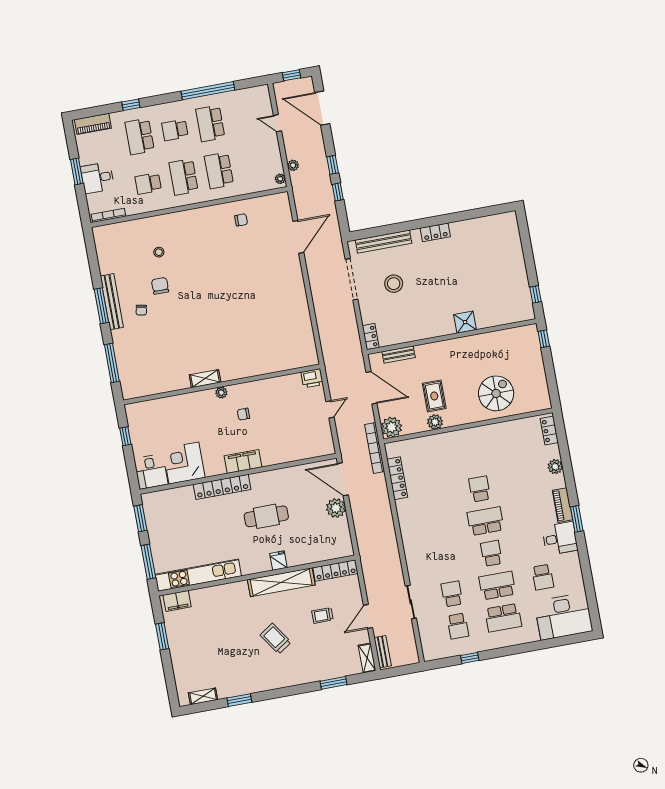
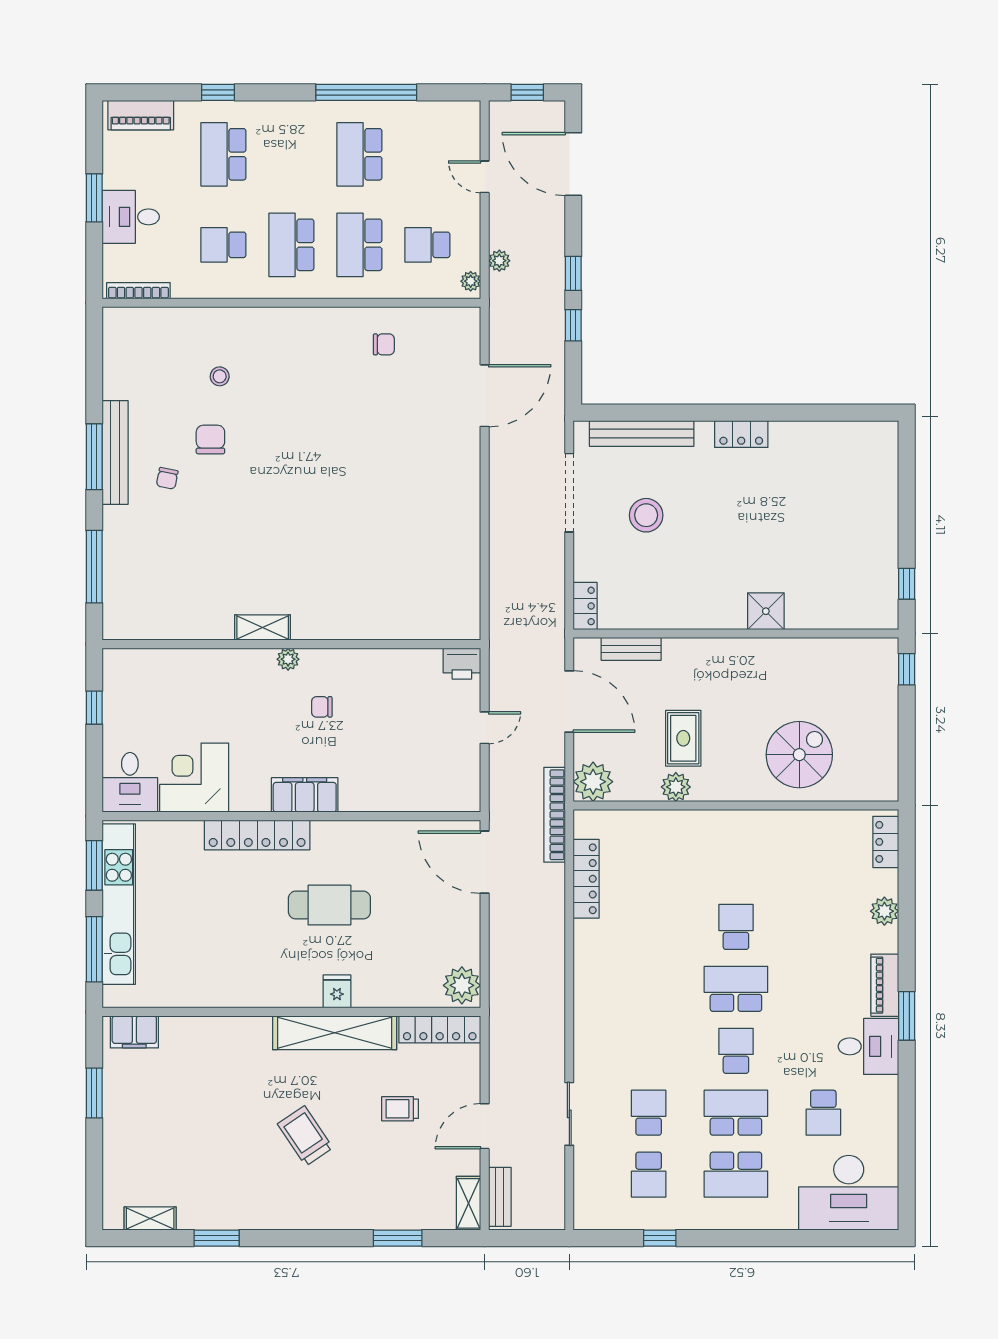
school desk: (175, 130) -> (427, 245), moved
plant: (336, 508) -> (462, 985), moved
kitchen unit: (198, 575) -> (119, 904), moved, turned 90

